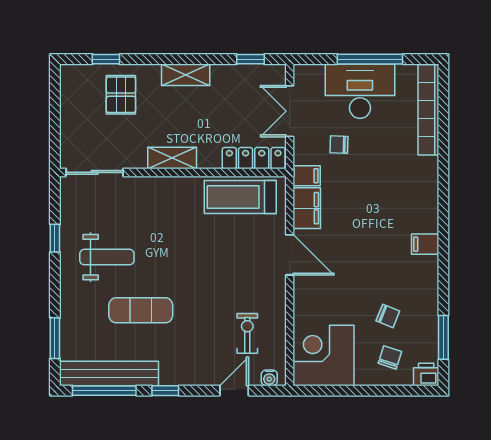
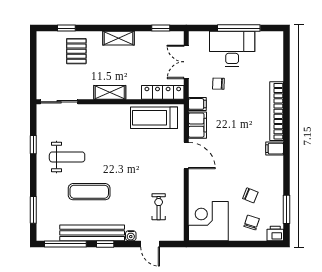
bookcase: (428, 110) -> (277, 111), moved
bench: (109, 373) -> (92, 233), moved
water cooler: (269, 378) -> (131, 236), moved
door: (234, 391) -> (150, 244), swing flipped

